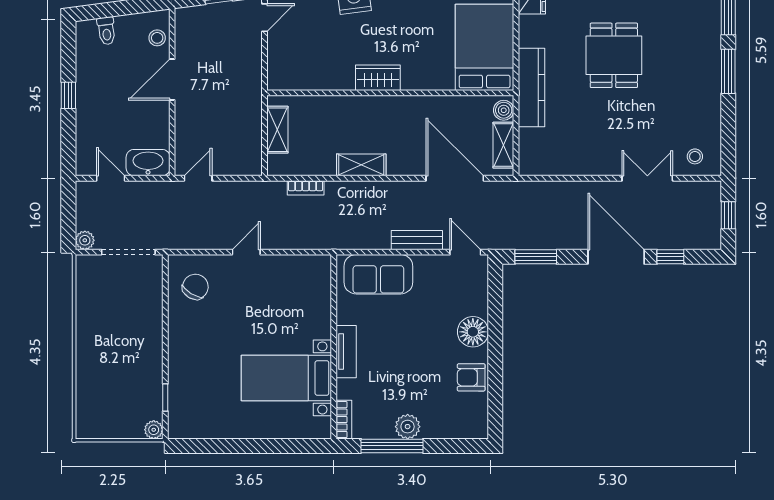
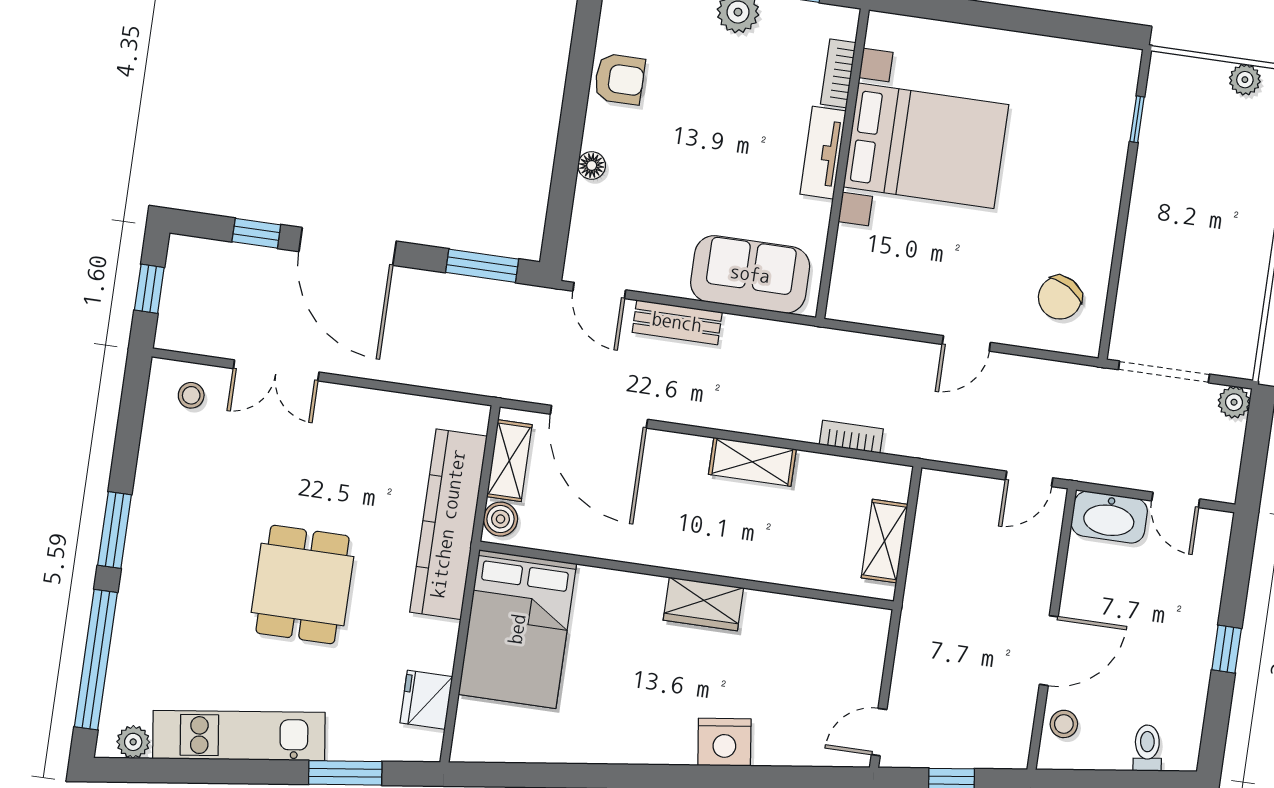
kitchen counter: (531, 88) -> (448, 524), width x1.39, depth x1.17
floor lamp: (473, 332) -> (592, 165), width x0.53, depth x0.53
bed with nightstands: (286, 378) -> (926, 146), width x1.36
bookcase: (344, 420) -> (838, 73), moved
plant: (154, 430) -> (1245, 80), moved

